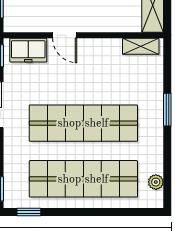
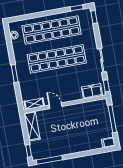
door: (65, 35) -> (55, 106), moved

